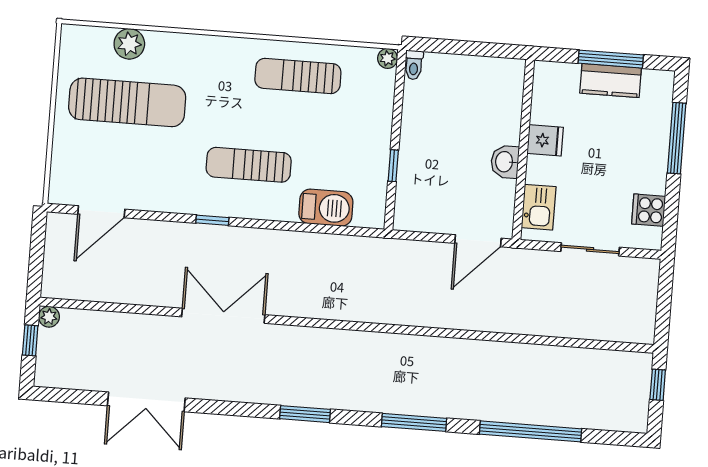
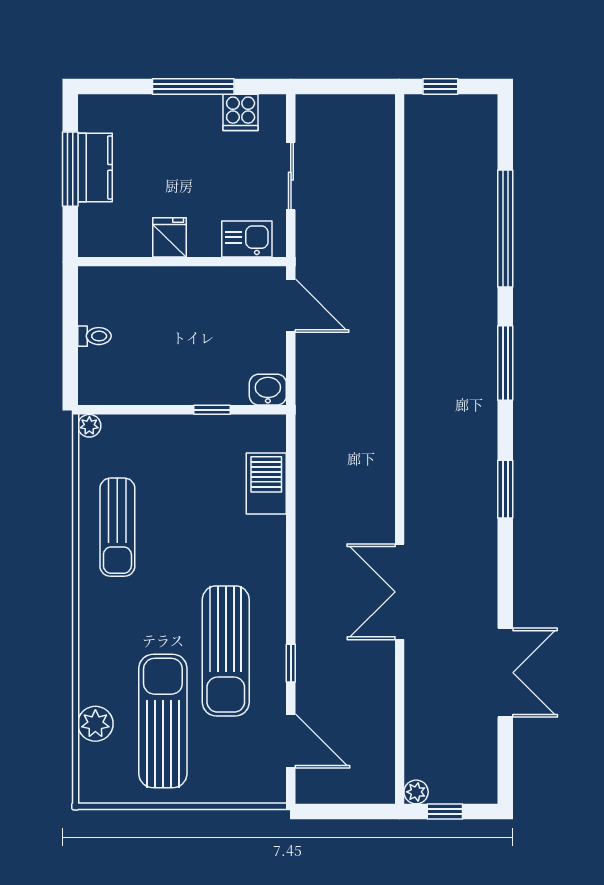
toilet: (414, 65) -> (94, 336), moved
window: (677, 138) -> (193, 86), moved
washbasin: (505, 162) -> (268, 390), moved, turned 180
sun lounger: (249, 165) -> (226, 651), moved, width x1.36, depth x1.34
window: (212, 220) -> (291, 663), moved

